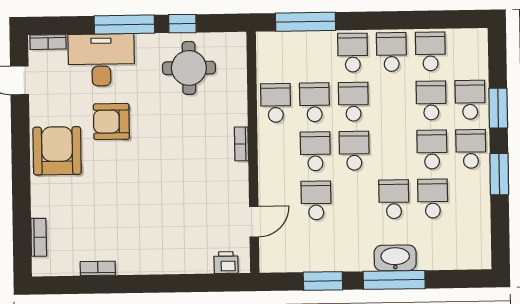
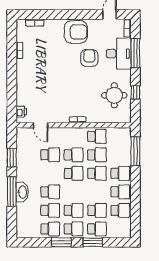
window: (124, 25) -> (135, 53), moved
school desk: (472, 198) -> (50, 229), added

